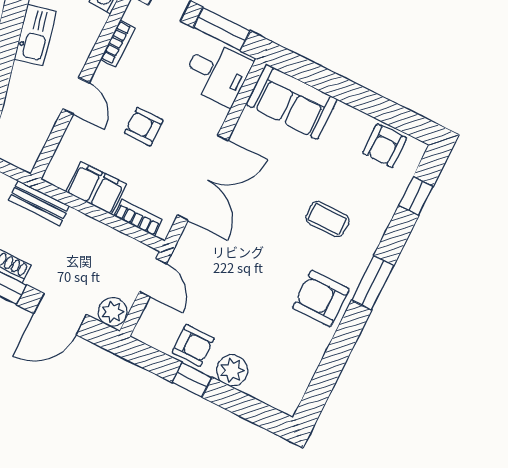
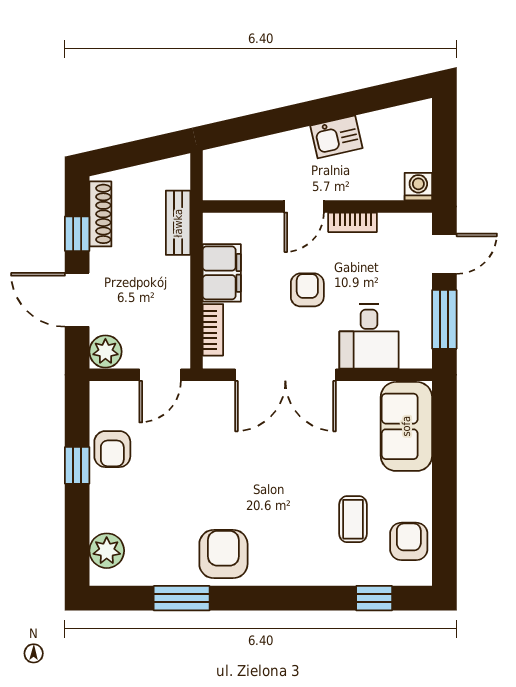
kitchen sink: (35, 35) -> (336, 137), width x0.73
bookcase: (118, 44) -> (353, 222), moved
desk: (217, 73) -> (369, 337), moved
armchair: (385, 146) -> (409, 541), turned 90
coffee table: (327, 219) -> (353, 519), moved
window: (373, 283) -> (182, 598), moved
plant: (232, 370) -> (107, 551), moved

